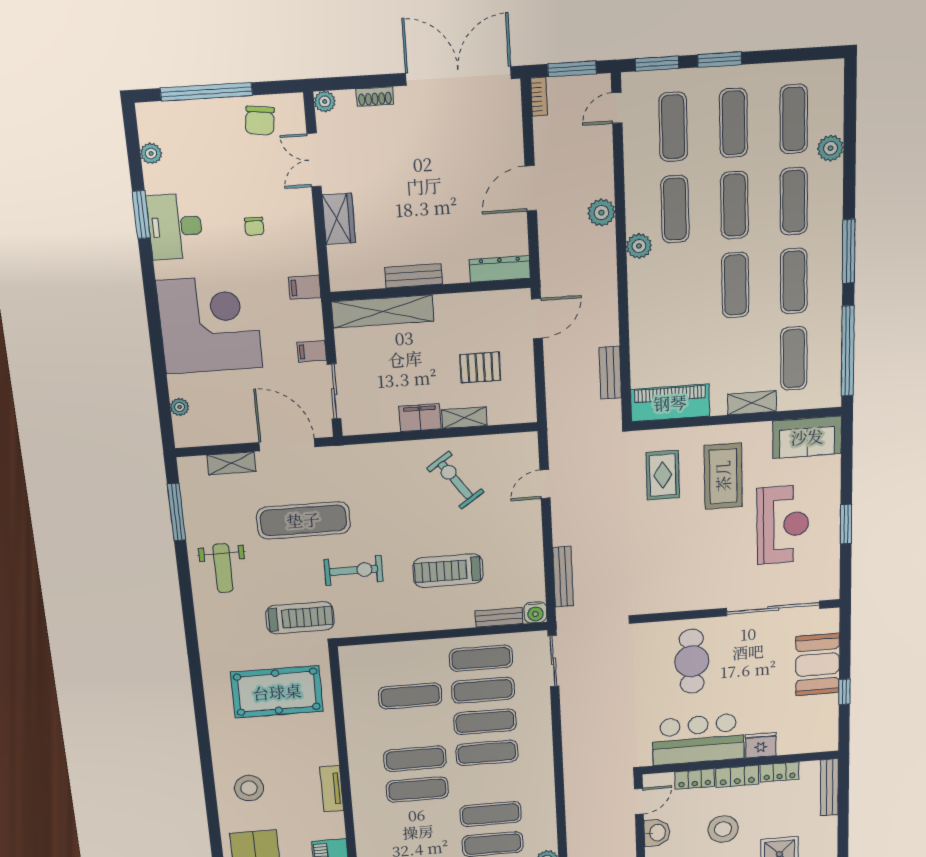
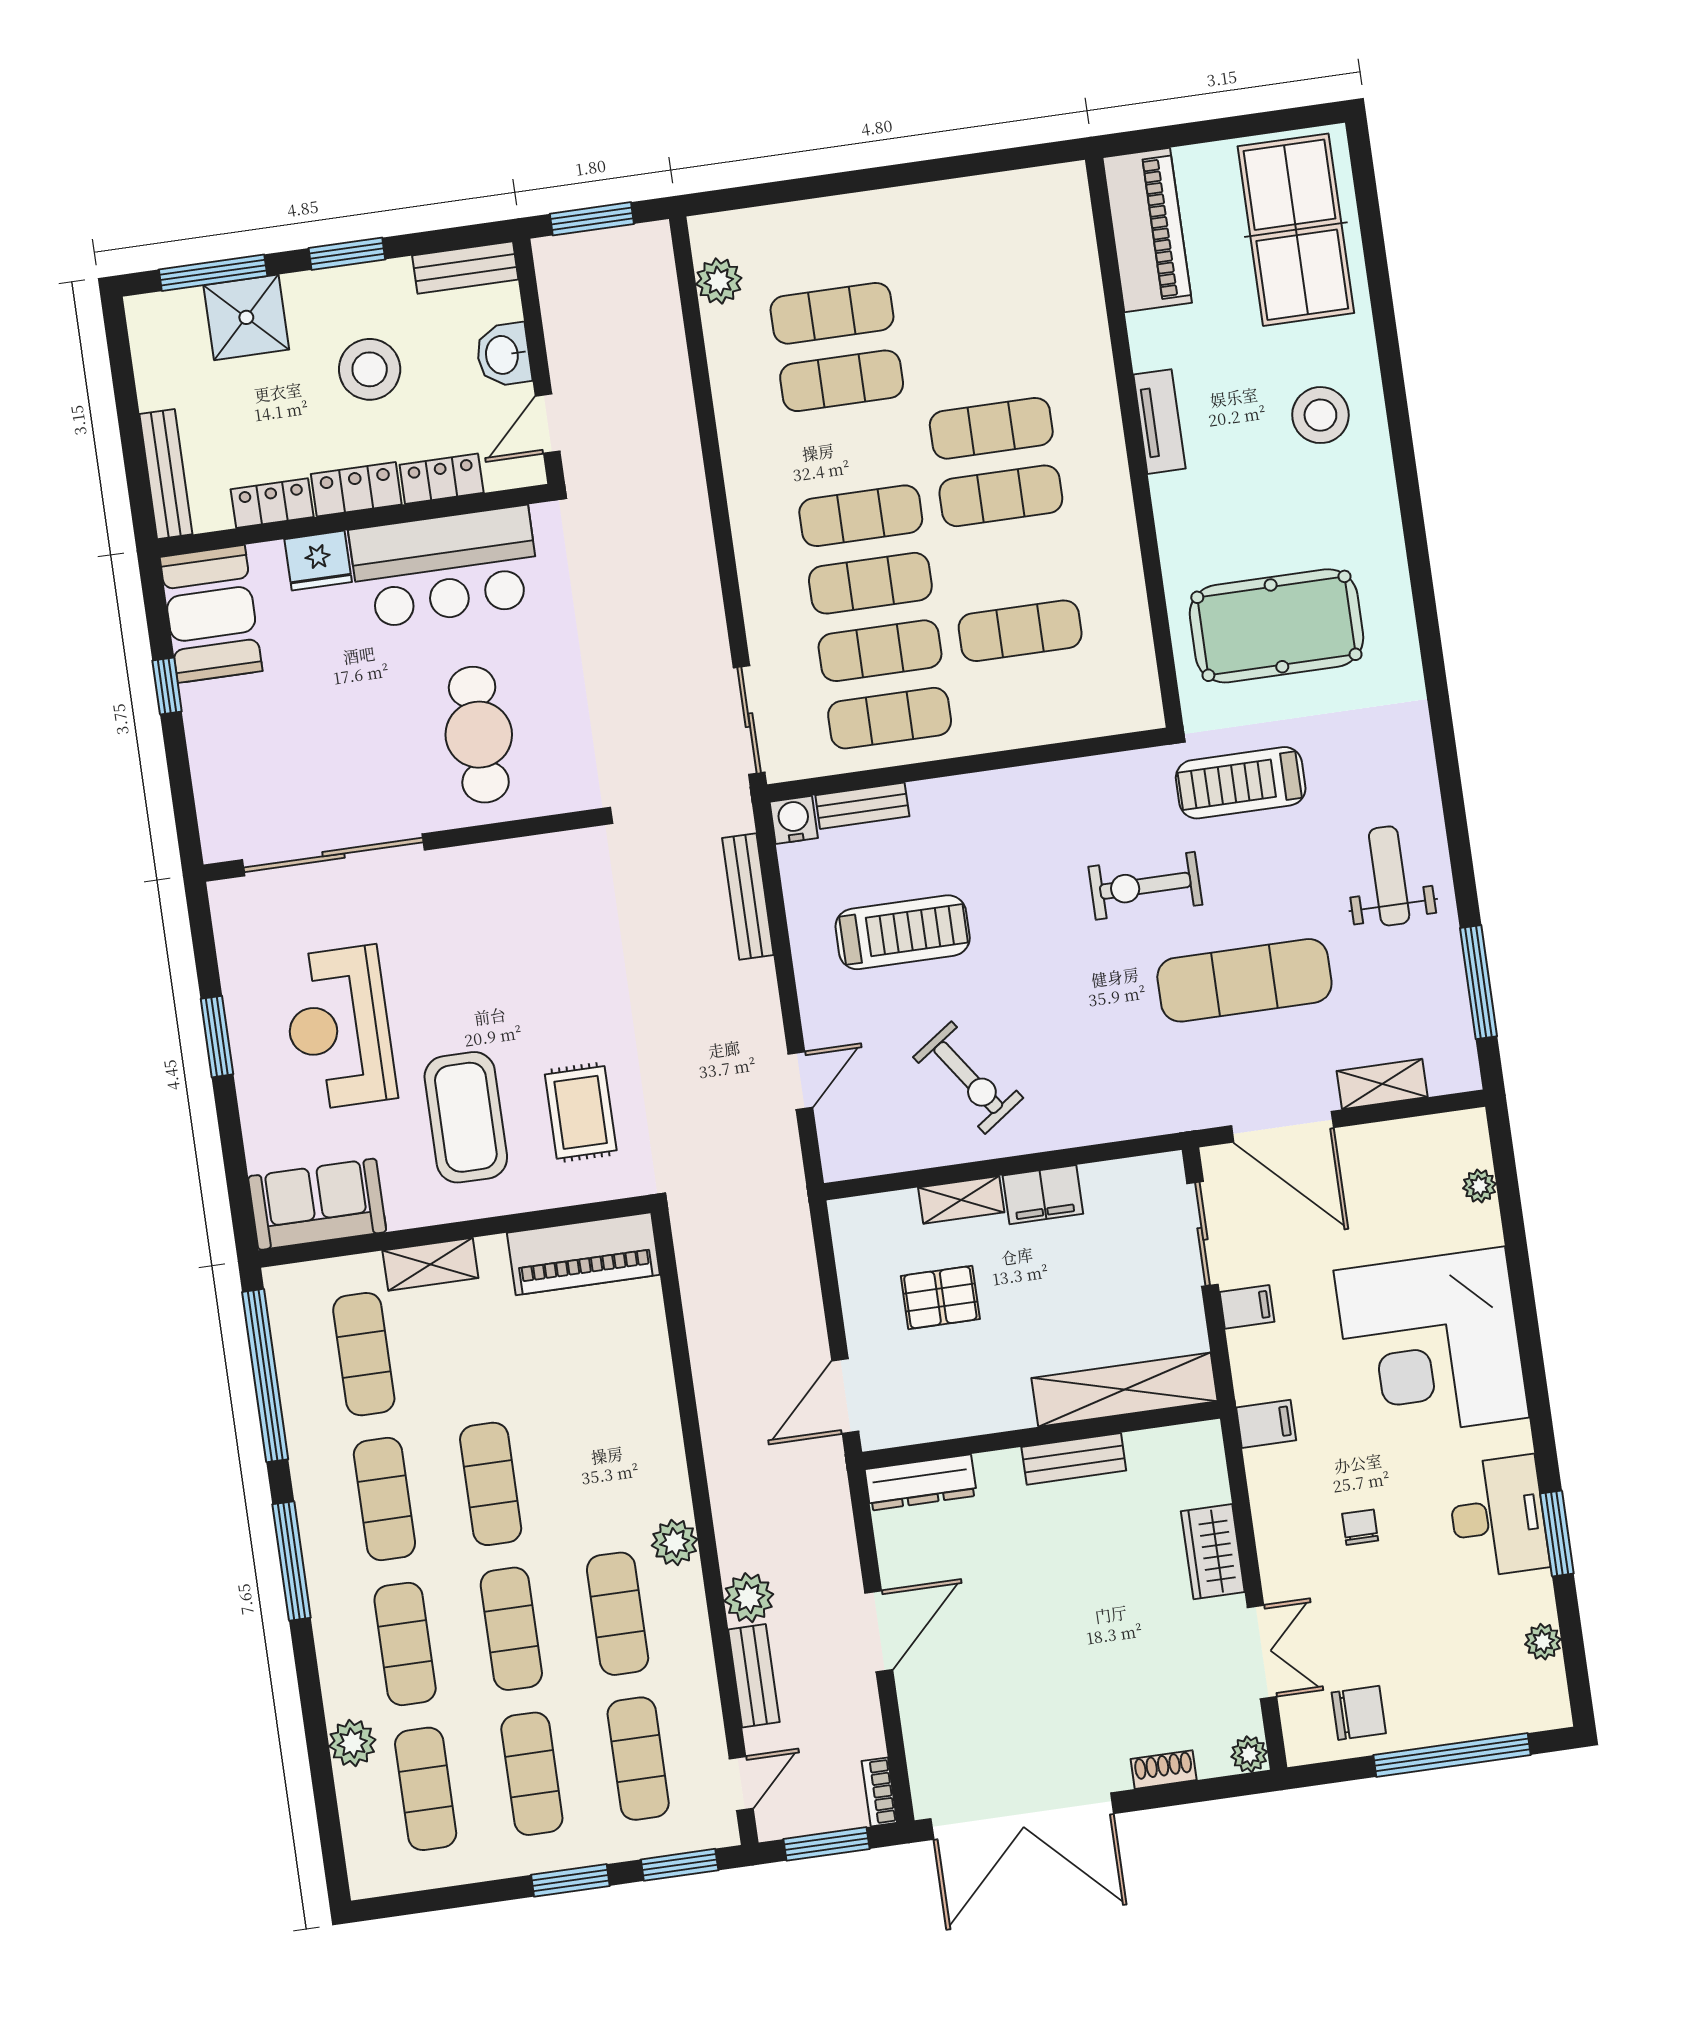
chair: (260, 121) -> (1359, 1713), turned 83
bench: (610, 373) -> (754, 1676), moved
treadmill: (448, 571) -> (903, 932), moved
booth: (818, 665) -> (211, 614), moved

